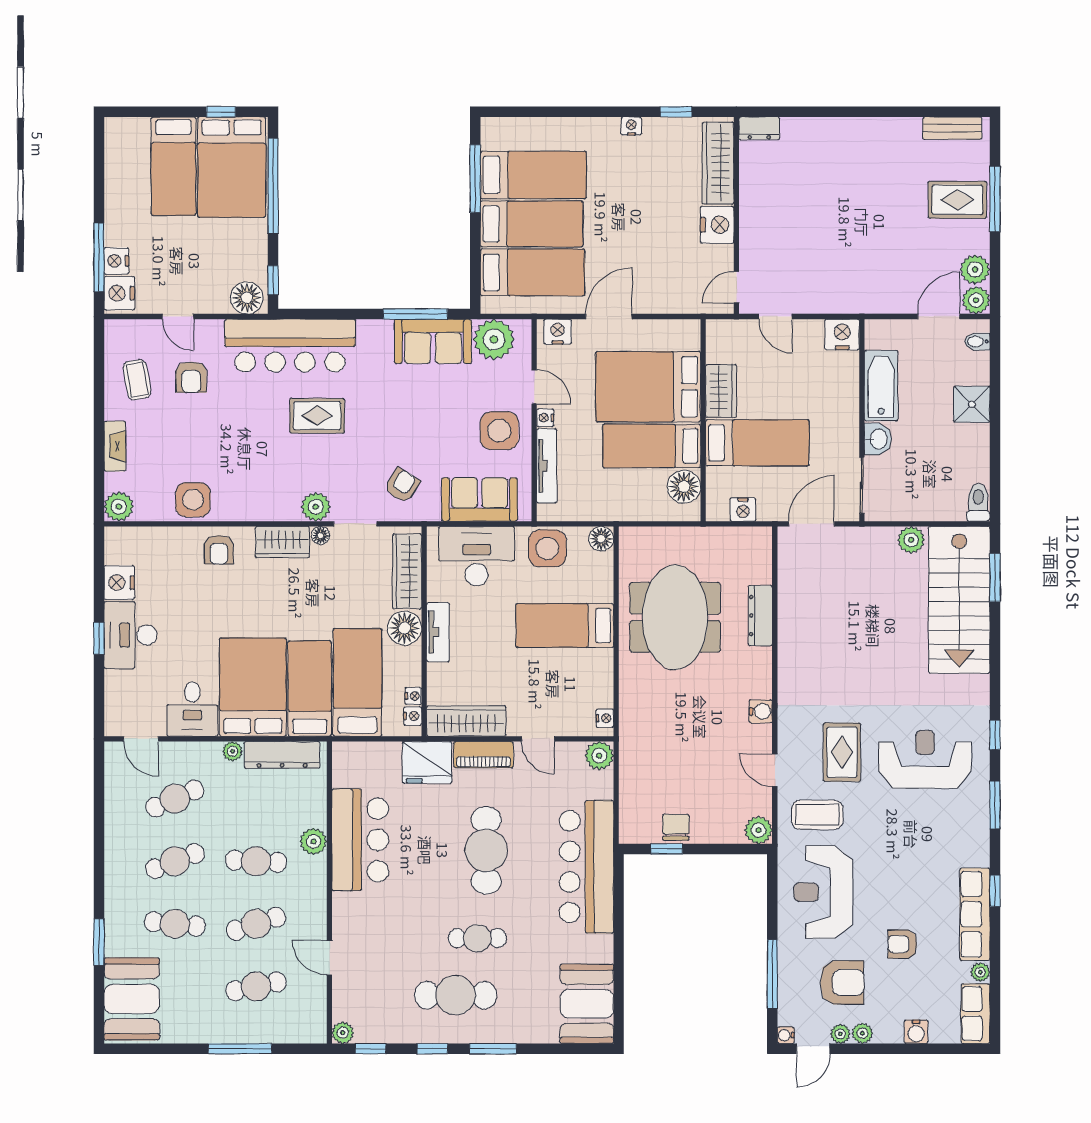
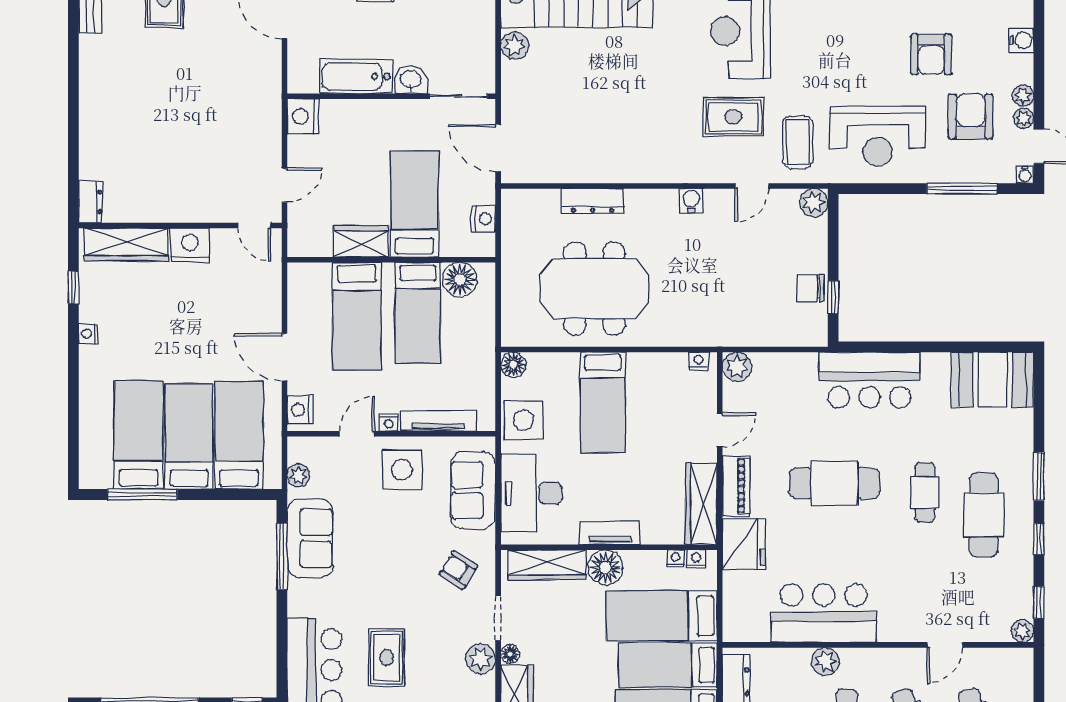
plant: (494, 339) -> (298, 475), width x0.53, depth x0.53
bed: (648, 387) -> (357, 316), width x0.67
bar counter: (586, 867) -> (870, 380), width x0.73
armchair: (902, 944) -> (931, 54), width x1.38, depth x1.38

